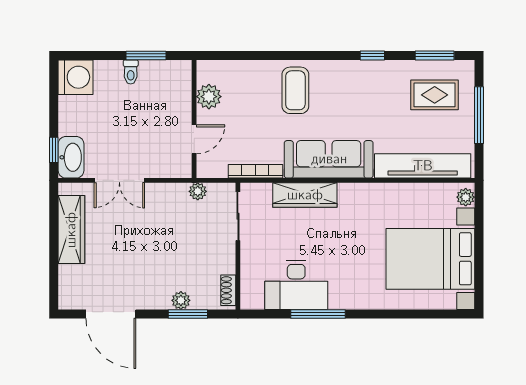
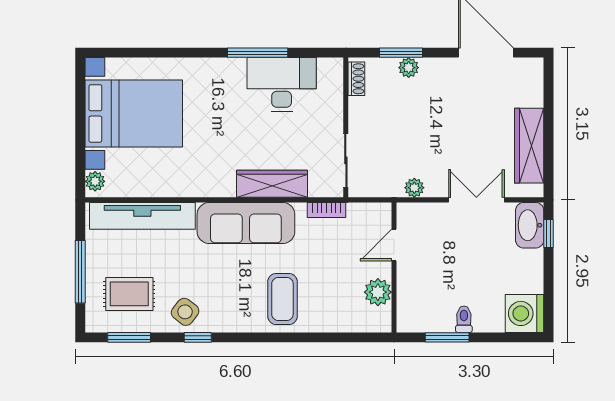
side table: (384, 79) -> (185, 312), added
bookcase: (255, 171) -> (327, 210), width x0.64
plant: (198, 191) -> (414, 188), moved

